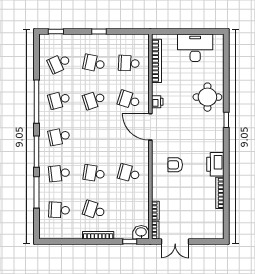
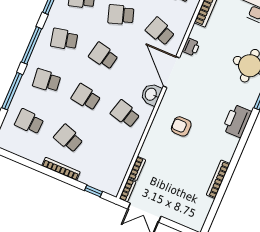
school desk: (94, 137) -> (103, 56), added
printer: (215, 164) -> (237, 121), moved
washbasin: (141, 232) -> (151, 94), moved, turned -90

